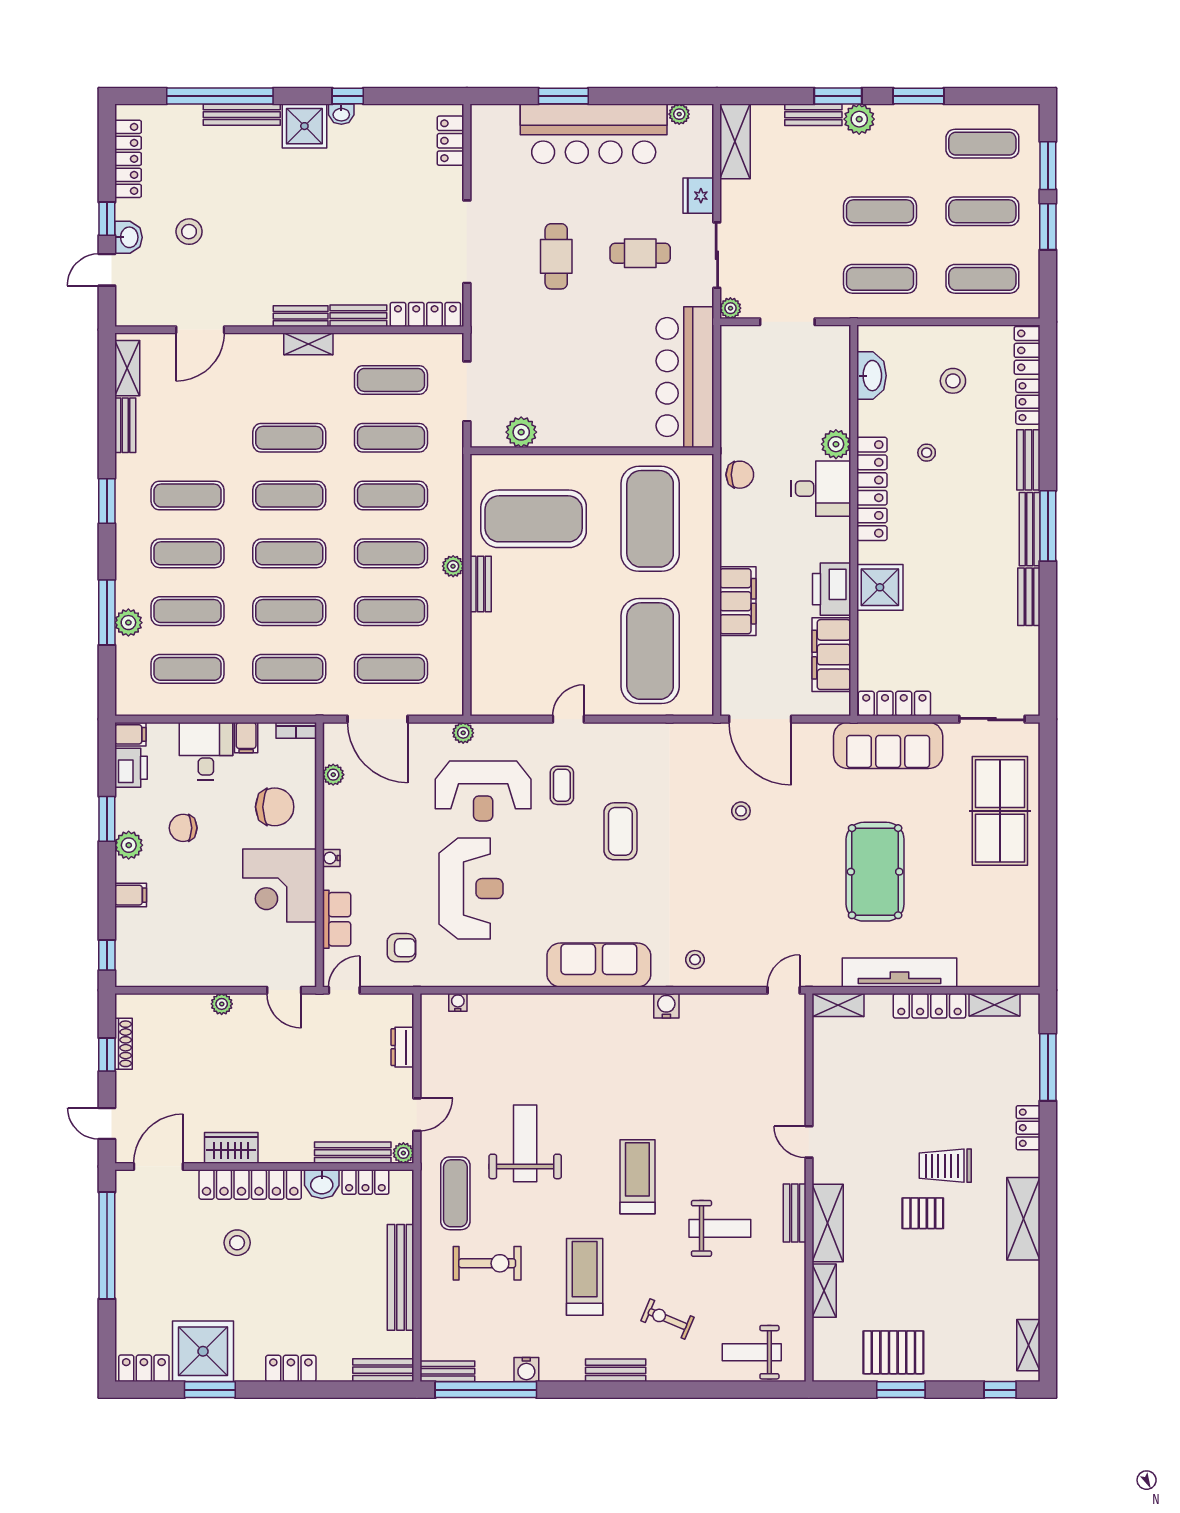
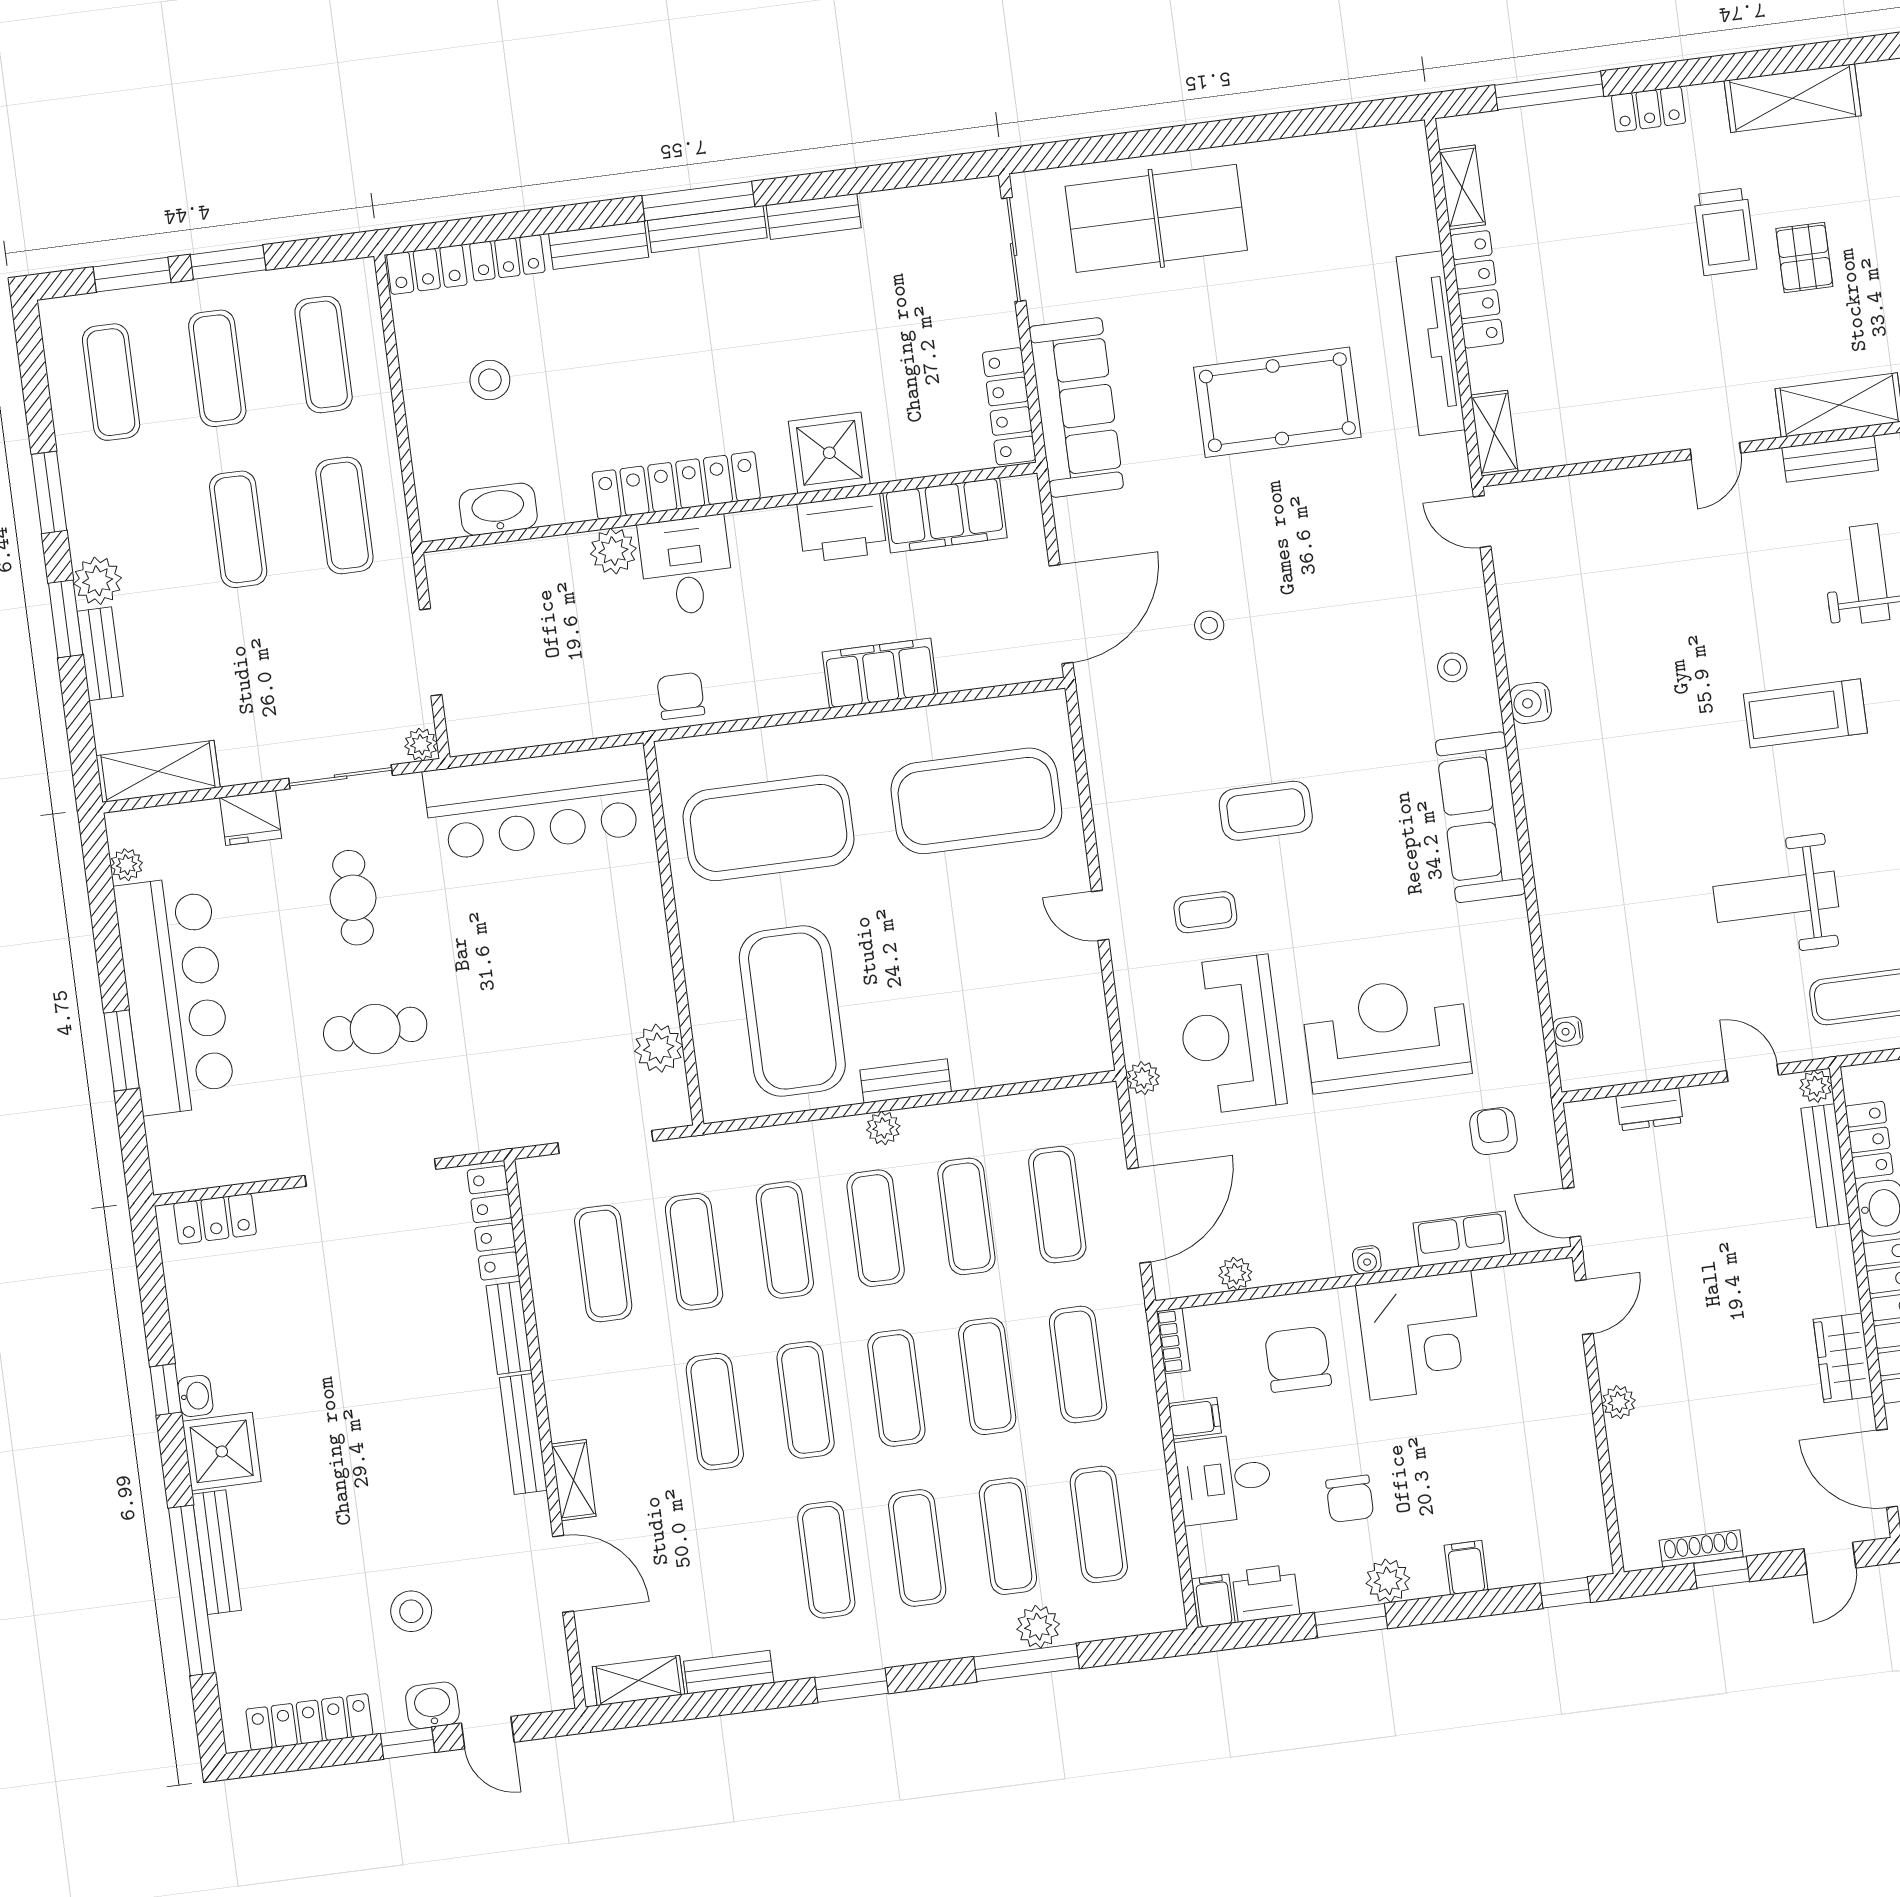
bench: (301, 316) -> (523, 1434), width x1.36
shelving: (308, 344) -> (574, 1480), moved
stool: (927, 453) -> (608, 407), removed
reception desk: (483, 791) -> (1230, 1035), turned 180

